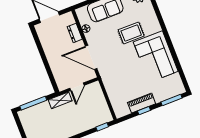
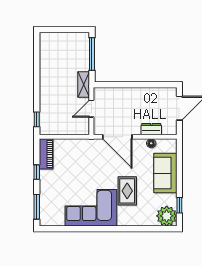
door: (91, 57) -> (117, 137), swing flipped
door: (77, 87) -> (91, 109), hinge flipped
piano: (142, 103) -> (46, 154), moved

